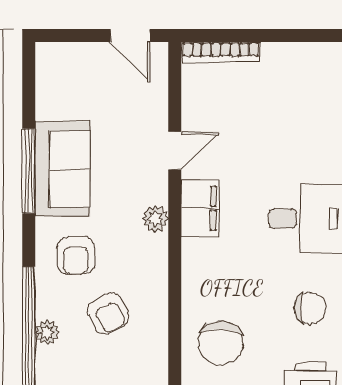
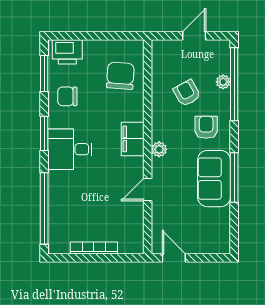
bookcase: (221, 52) -> (94, 248), moved
filing cabinet: (200, 208) -> (133, 139), moved

